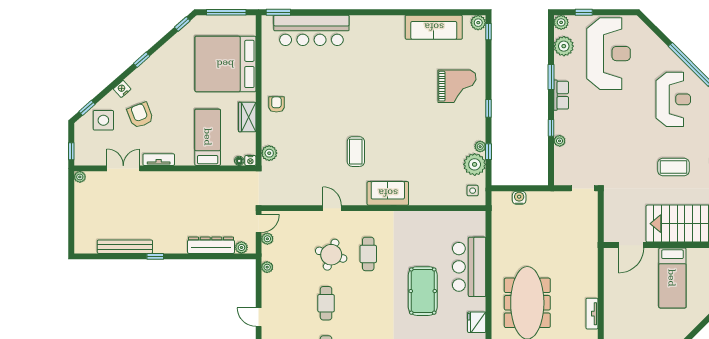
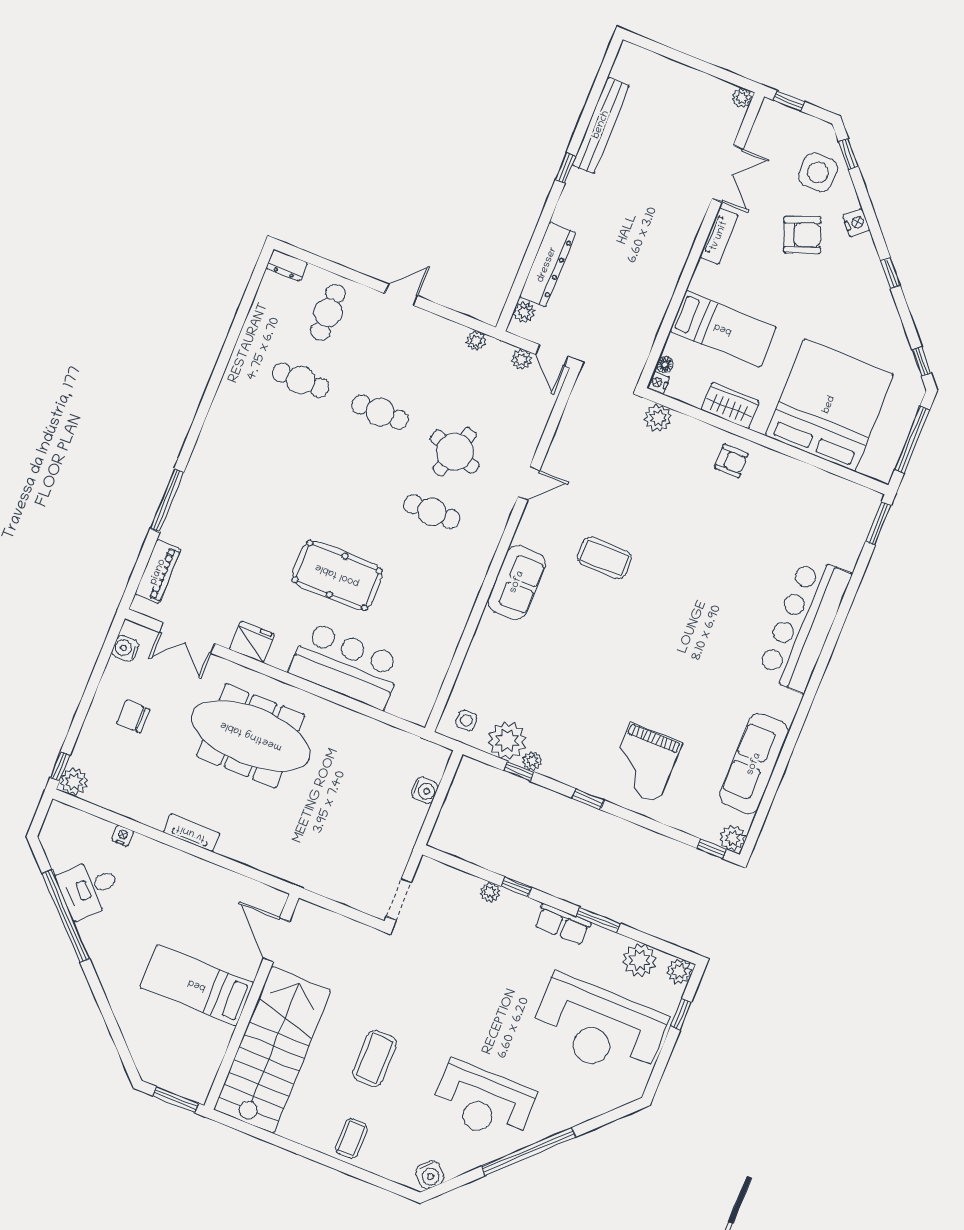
bar counter: (311, 30) -> (804, 624), moved

